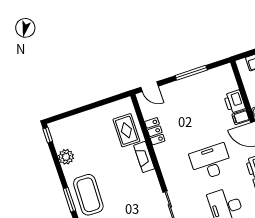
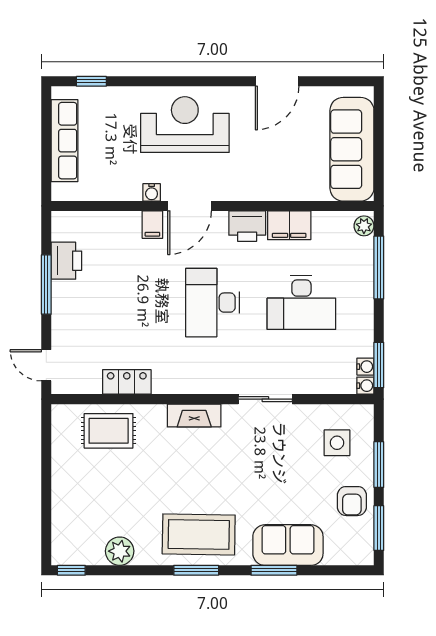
door: (149, 87) -> (46, 365), swing flipped
printer: (234, 102) -> (66, 261), moved, turned -90
fireplace: (144, 157) -> (194, 415), moved

